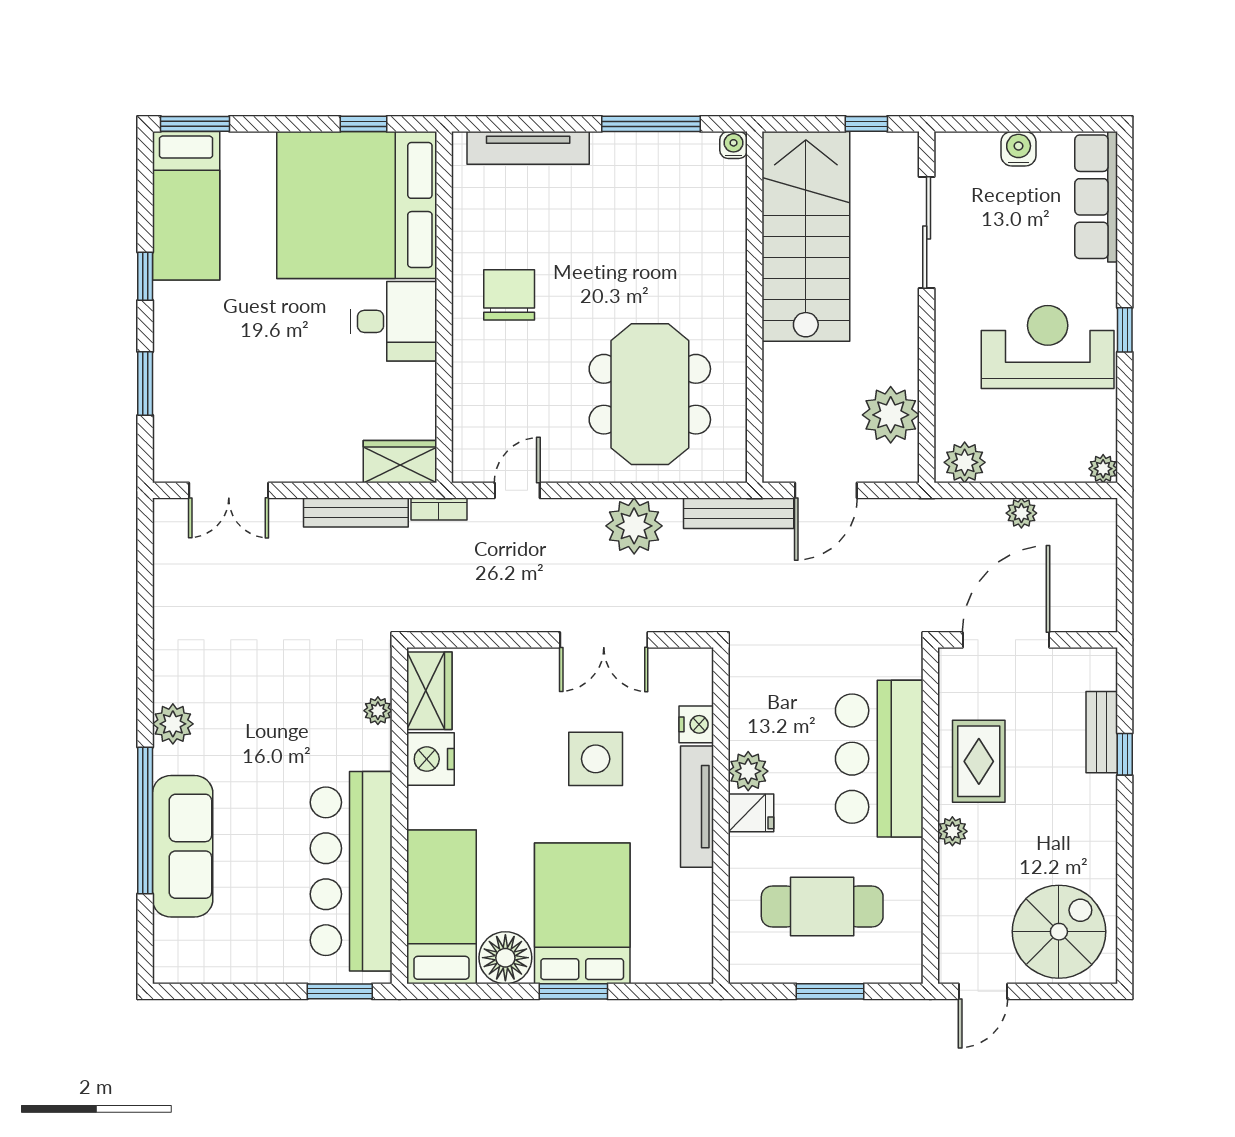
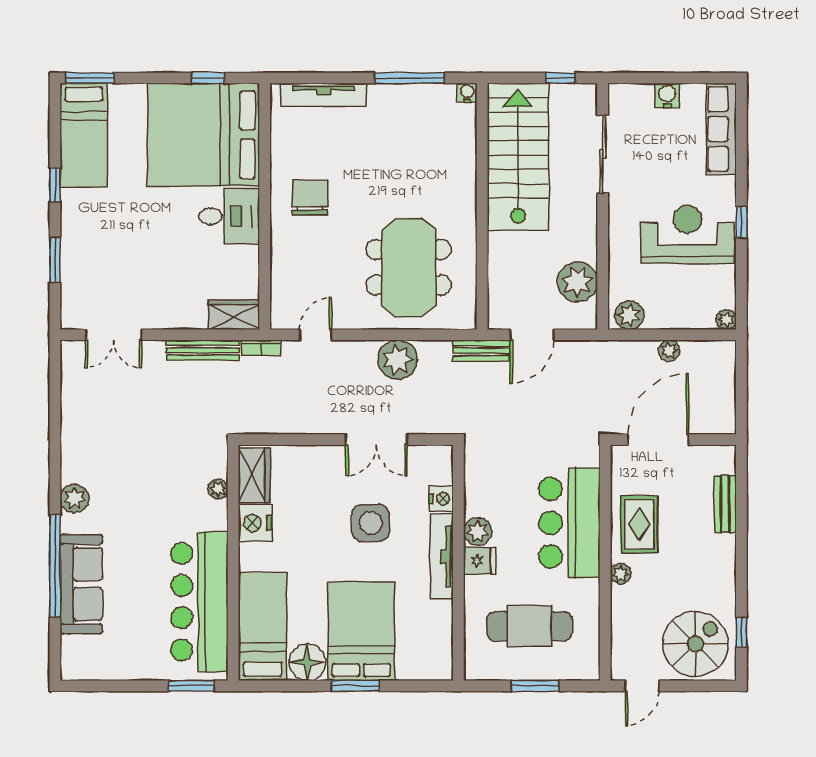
bench: (739, 513) -> (481, 351), width x0.73
window: (1125, 754) -> (741, 632), moved

